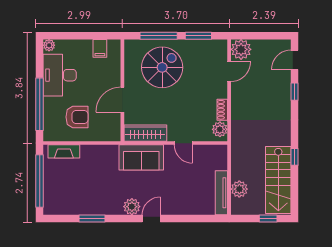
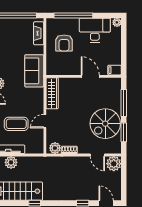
filing cabinet: (100, 48) -> (115, 70), moved
spiral stairs: (162, 67) -> (105, 124), moved, turned 90
door: (122, 100) -> (90, 76), moved
sofa: (141, 157) -> (34, 71), moved
coffee table: (187, 182) -> (16, 124), added

